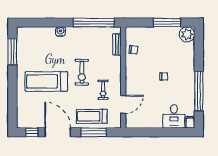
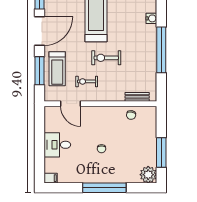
window: (94, 23) -> (161, 50), moved
water cooler: (61, 32) -> (151, 18), moved
window: (199, 91) -> (104, 188), moved
treadmill: (92, 116) -> (57, 69), turned 180
desk: (174, 116) -> (57, 145), moved

